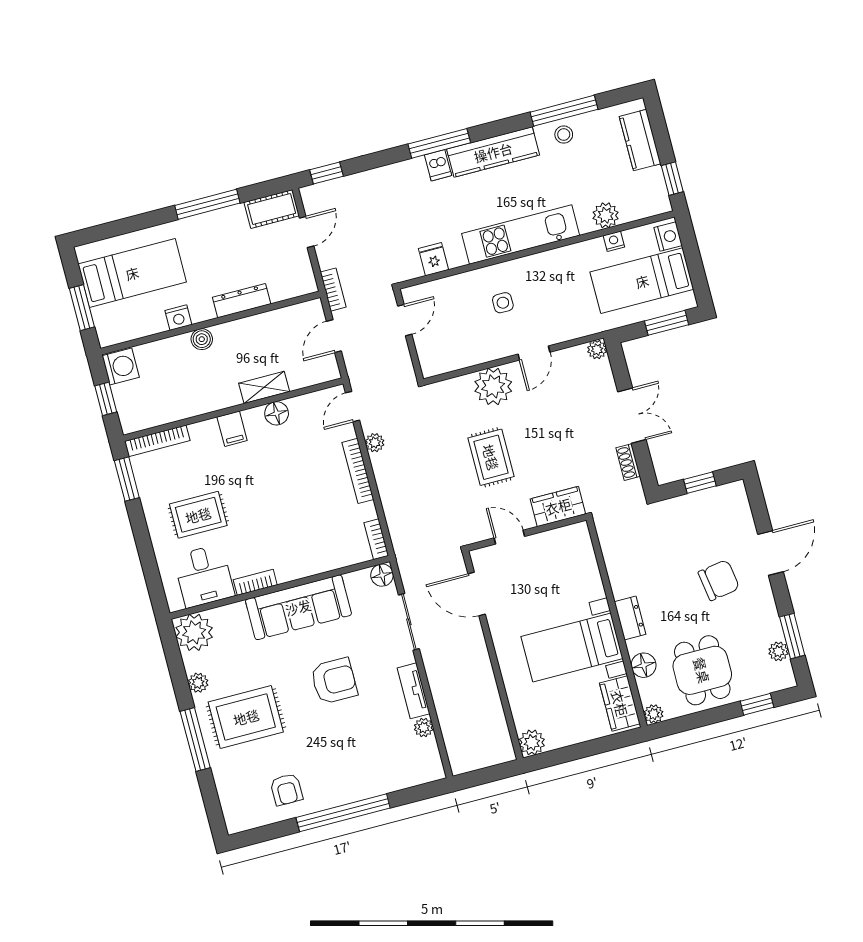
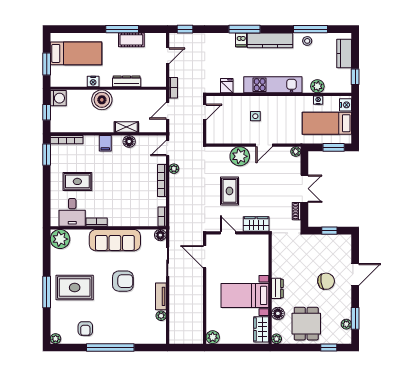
cot: (272, 209) -> (131, 40), moved
boiler: (202, 339) -> (102, 100), width x1.86, depth x1.86
plant: (198, 683) -> (56, 339), moved

